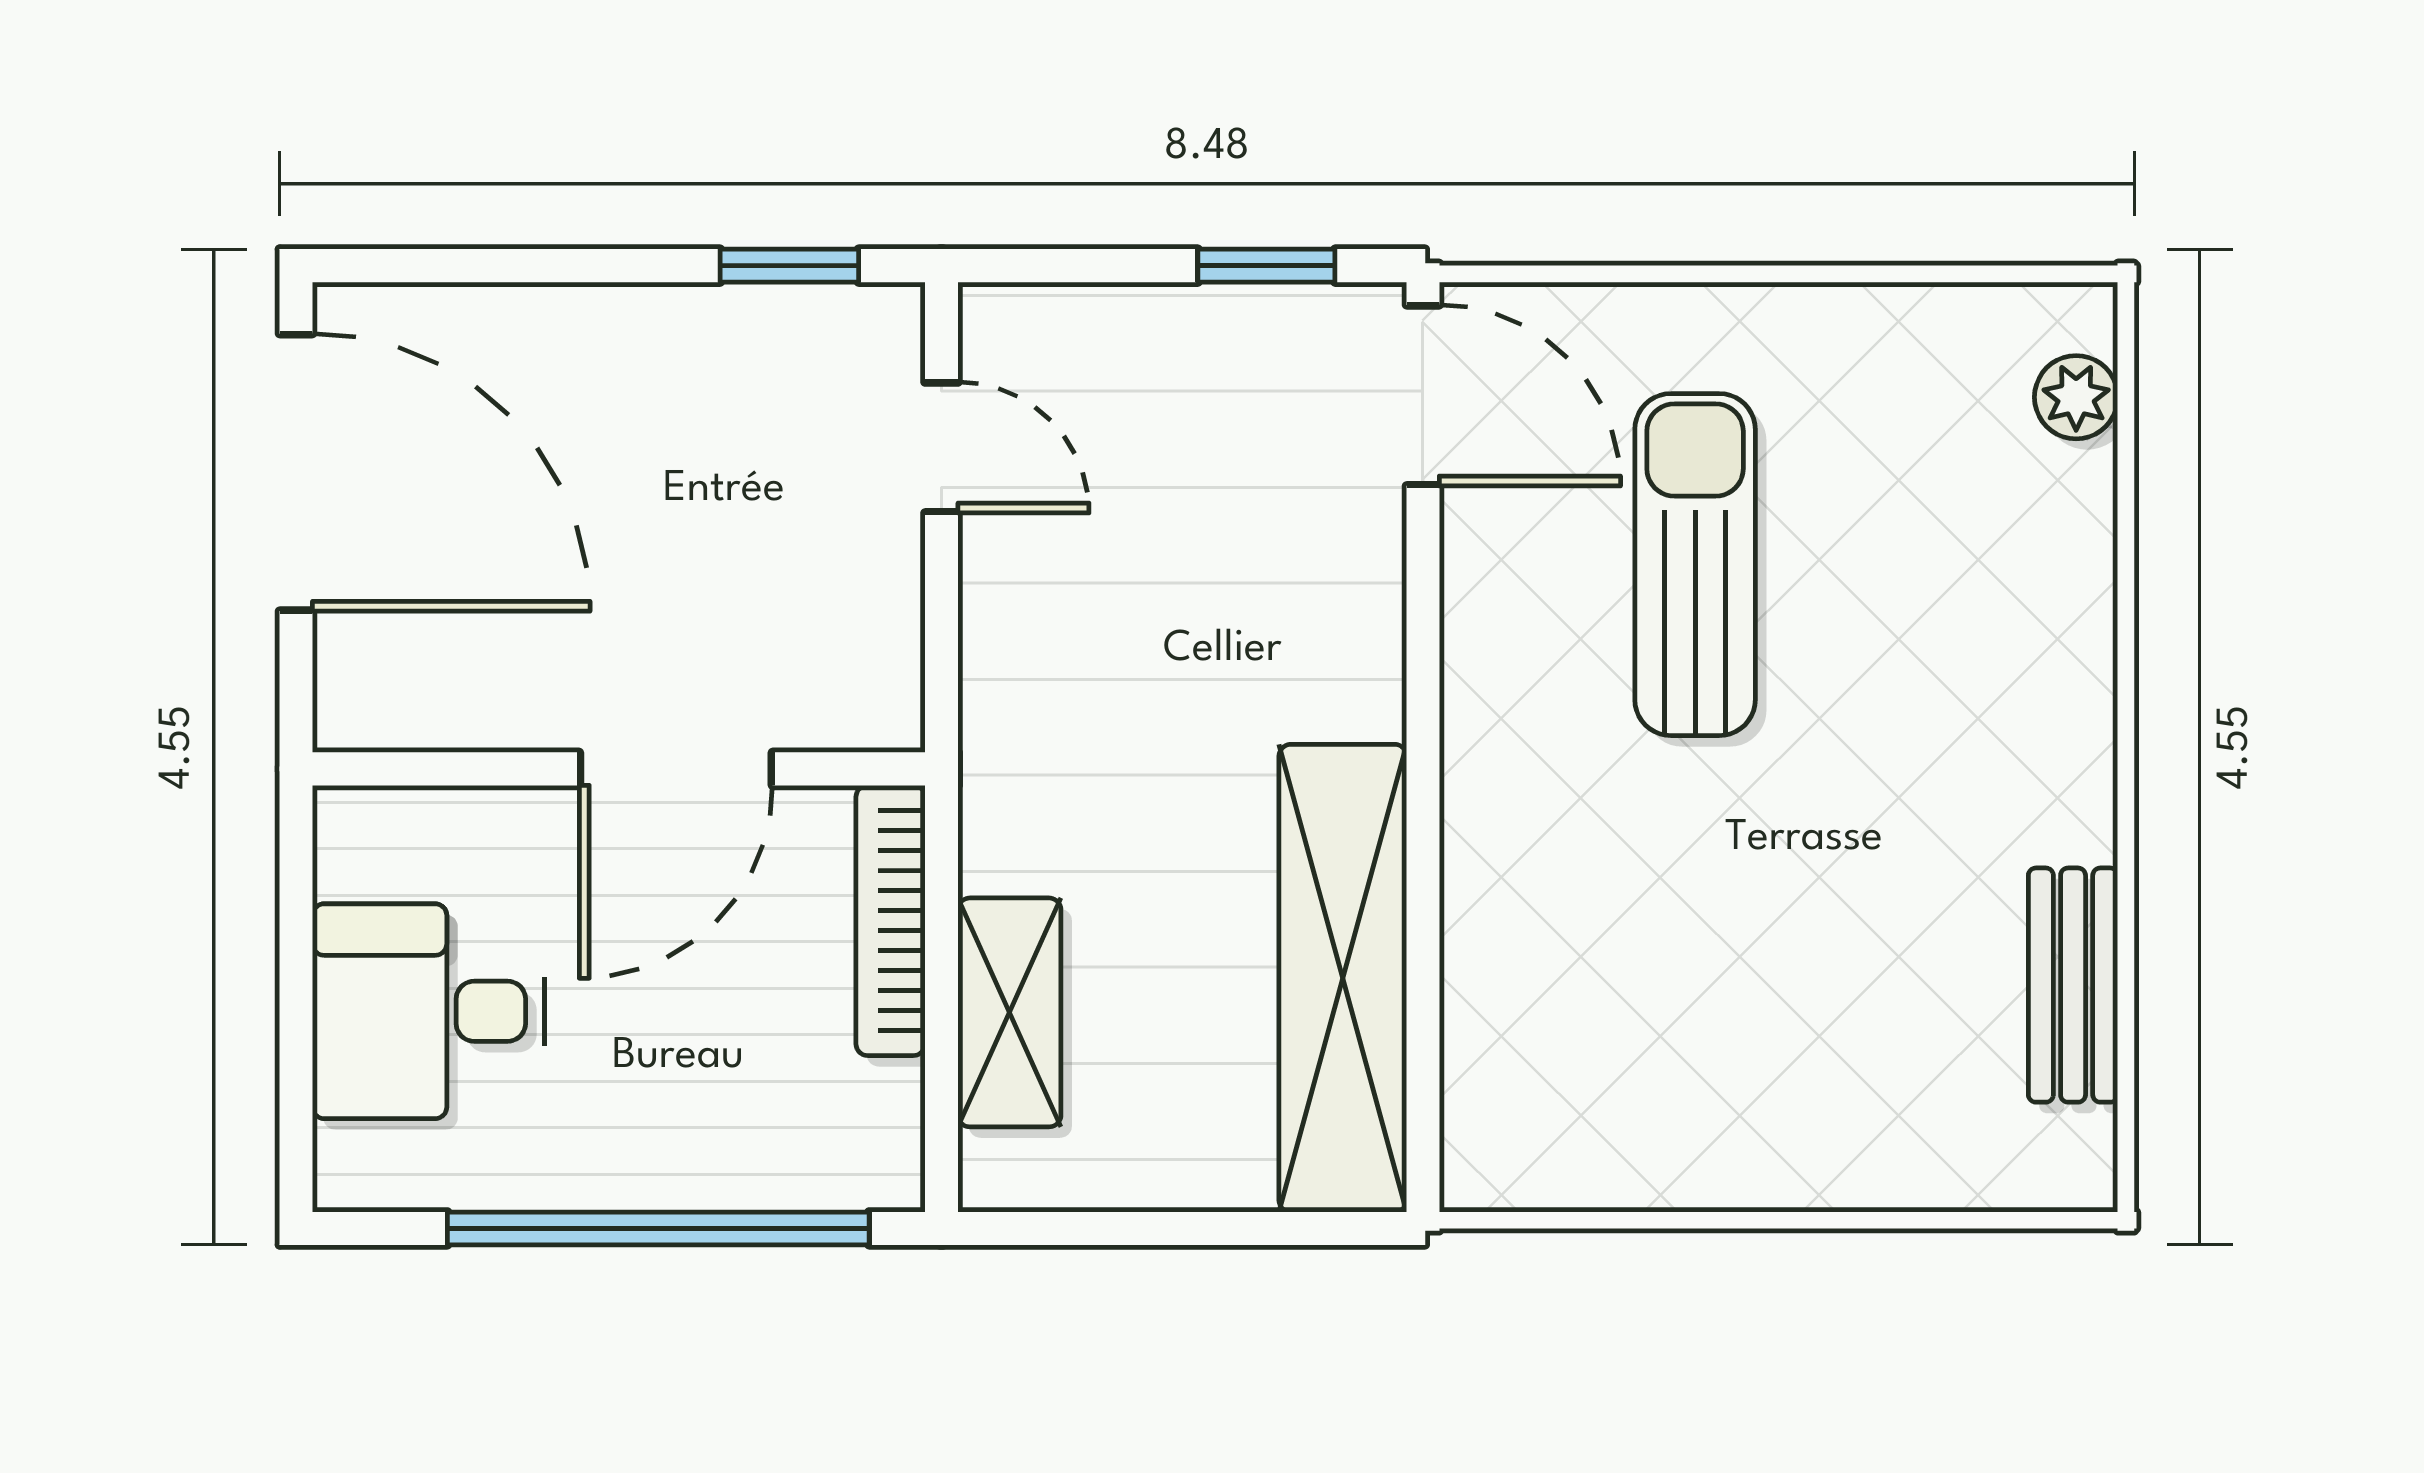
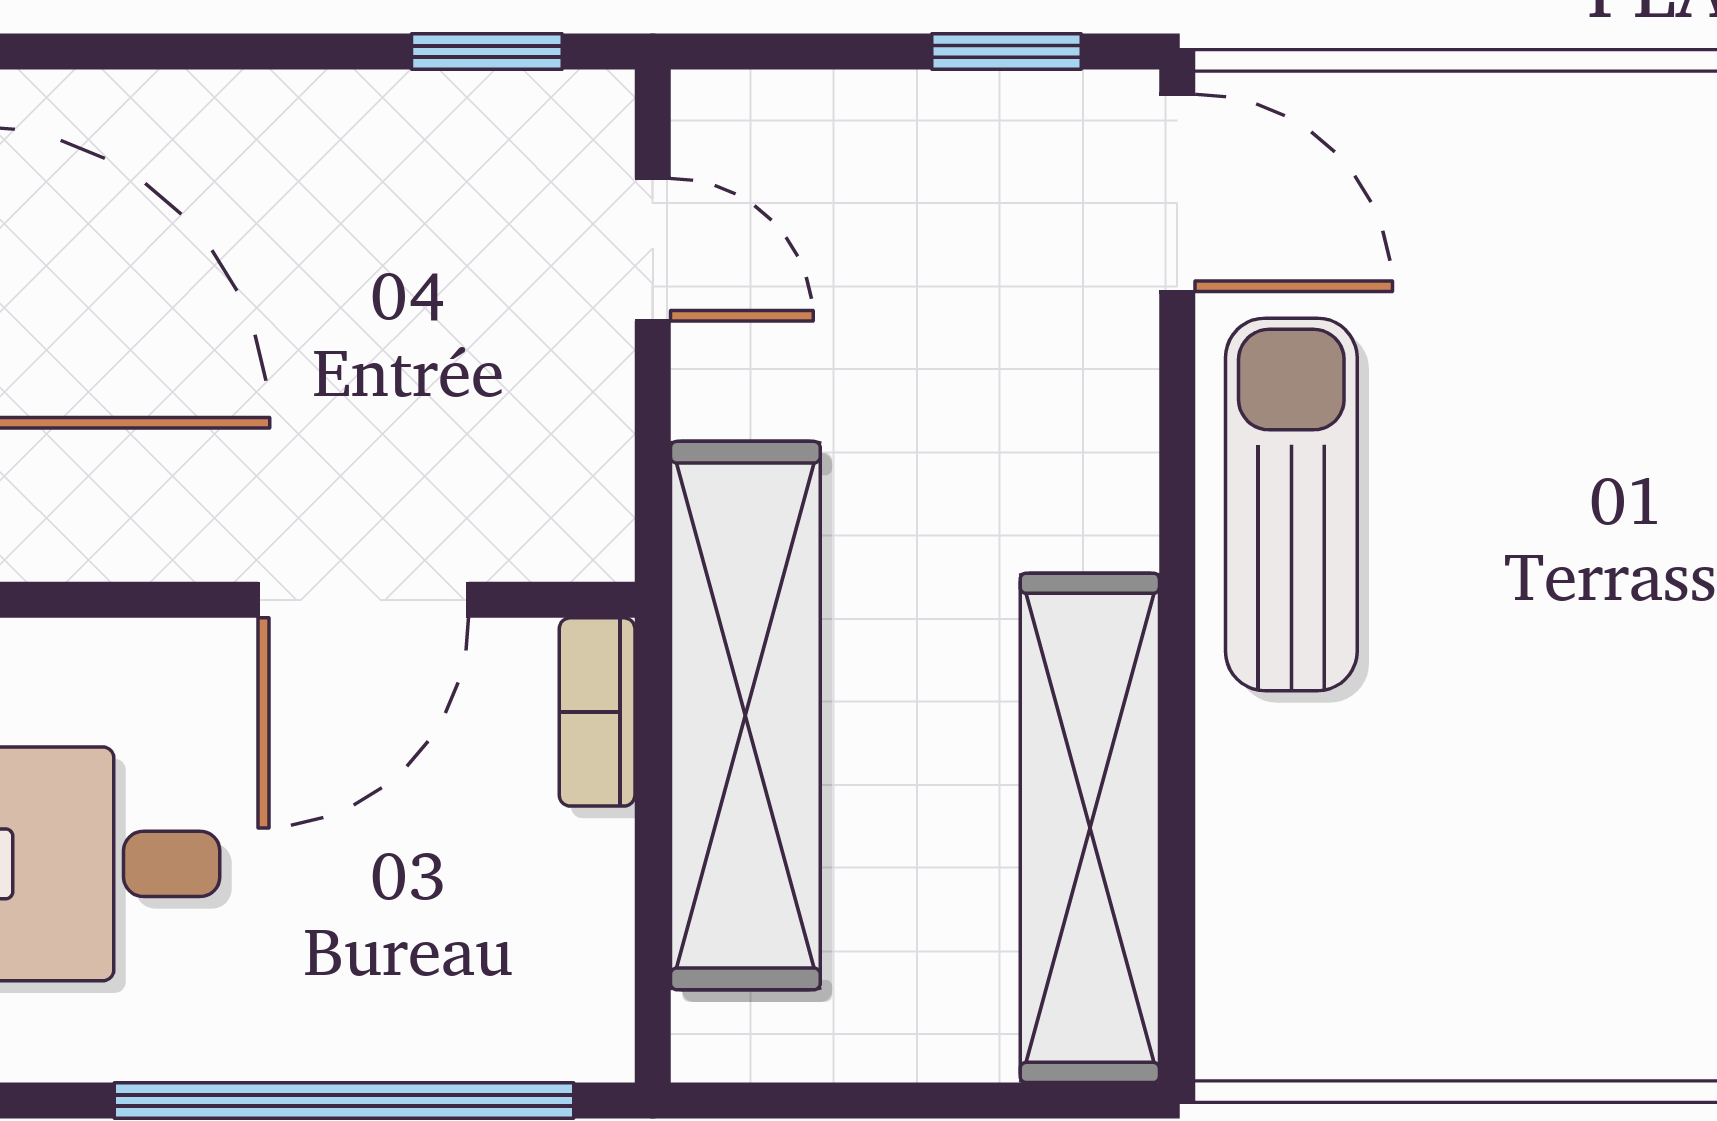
sun lounger: (1695, 565) -> (1291, 504), moved
bookcase: (891, 920) -> (597, 712), width x0.64
shelving: (1009, 1012) -> (745, 716), width x2.20, depth x1.33

